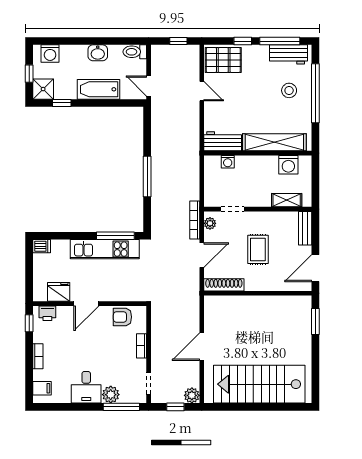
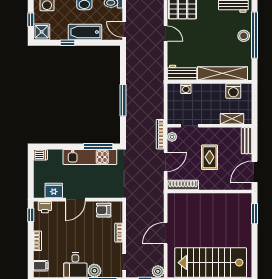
stool: (289, 90) -> (244, 36), moved
window: (62, 103) -> (67, 43), moved

